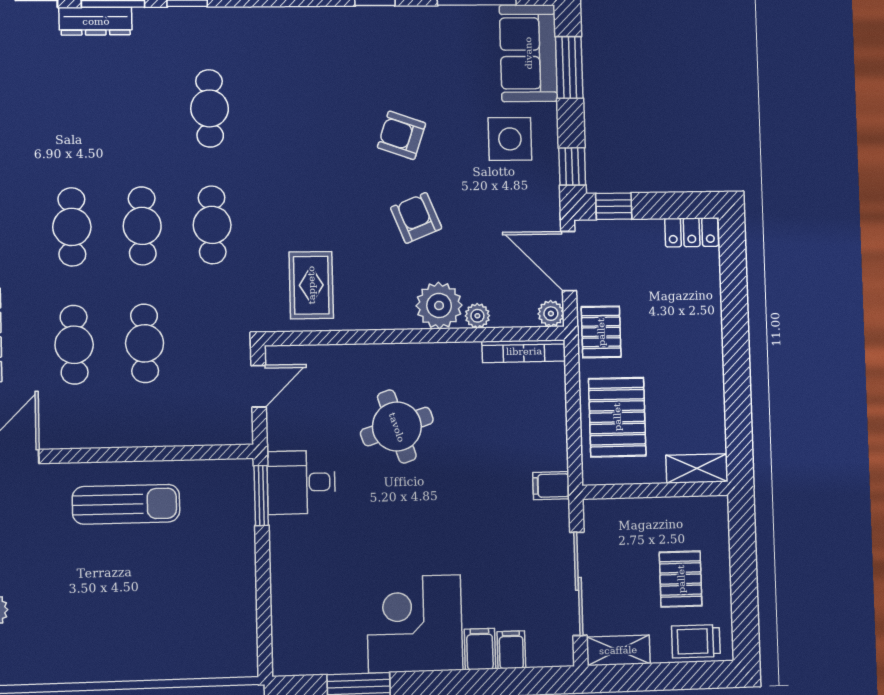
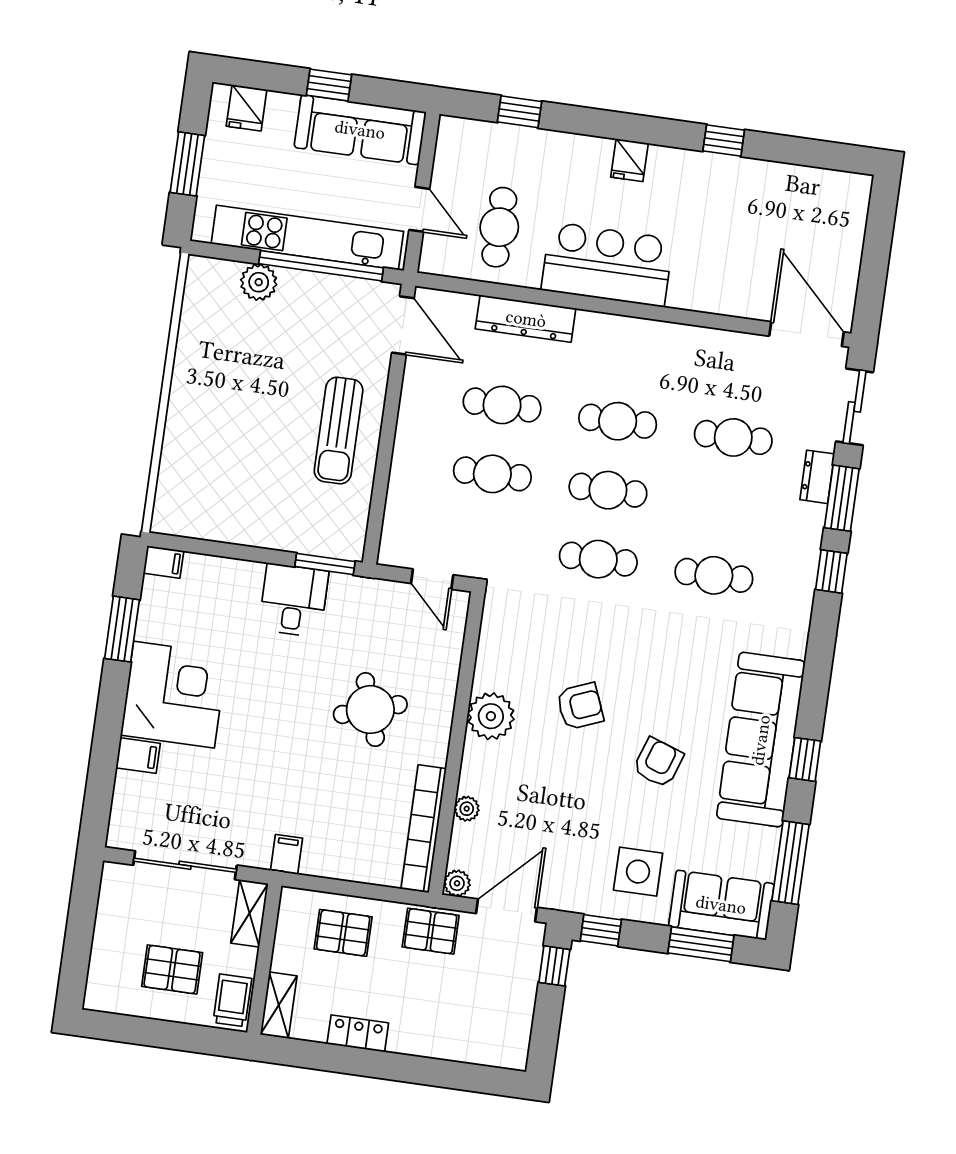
dresser: (96, 21) -> (817, 477), width x0.70
sofa: (363, 39) -> (761, 740), added
cafe table: (70, 110) -> (733, 437), added
armchair: (416, 218) -> (580, 706), moved
locker: (692, 232) -> (358, 1033), moved, turned 90
rug: (311, 285) -> (523, 647), removed
plant: (439, 305) -> (491, 716), moved
bookcase: (524, 351) -> (424, 829), width x1.48, depth x1.31
pallet: (617, 417) -> (343, 933), width x0.67, depth x0.71
desk: (301, 482) -> (294, 600), moved
trolley: (696, 641) -> (232, 1000), moved
filing cabinet: (511, 650) -> (163, 562), moved
shelving: (618, 650) -> (249, 913), moved

